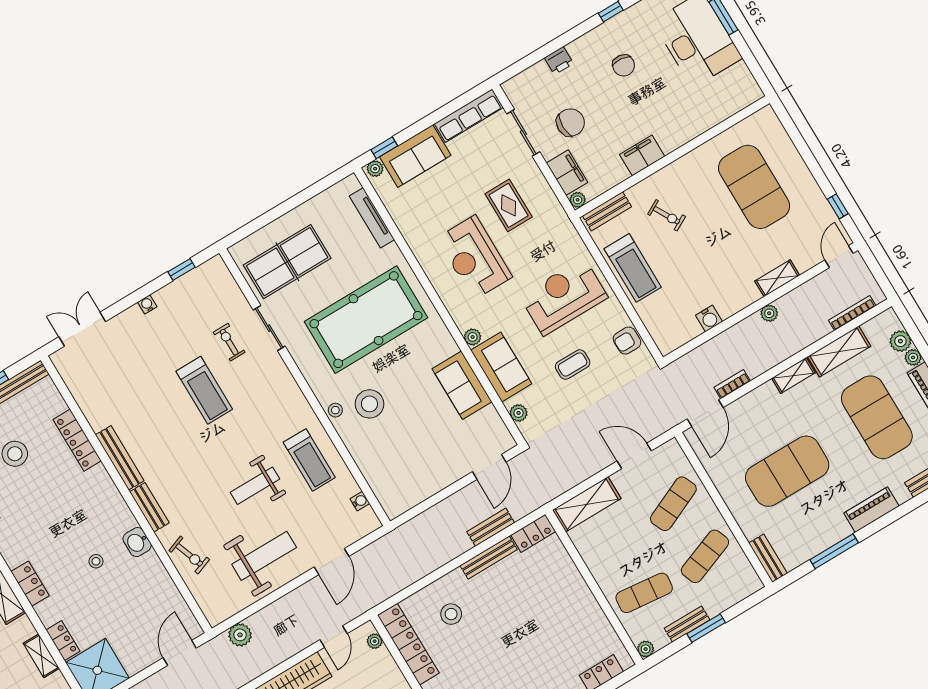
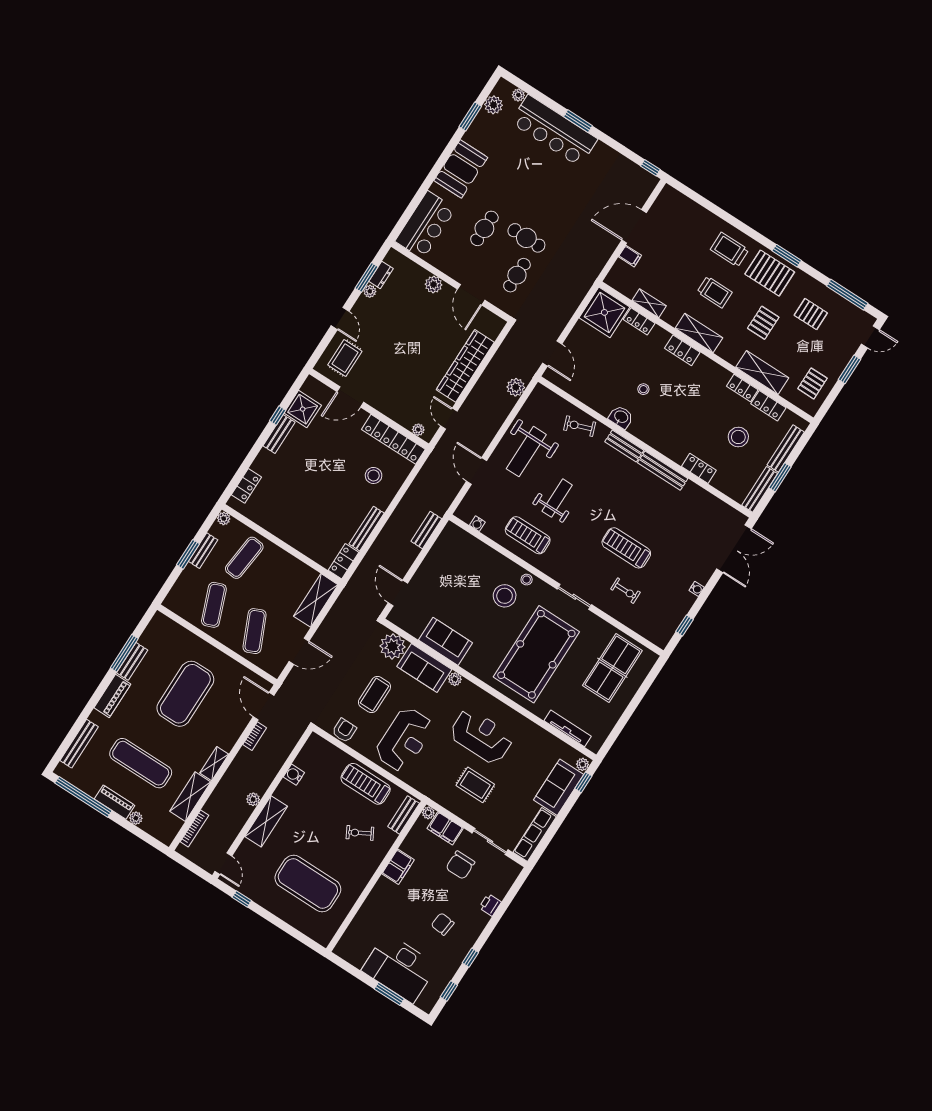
shelving: (777, 278) -> (266, 821), width x1.50, depth x1.33
sliding door: (269, 328) -> (574, 597), moved
double door: (82, 329) -> (734, 549), width x1.37
plant: (900, 341) -> (151, 825), removed
coffee table: (573, 365) -> (374, 694), width x1.36, depth x1.30
plant: (519, 413) -> (393, 646), width x1.87, depth x1.87
exercise mat: (877, 417) -> (141, 763), width x0.68
locker: (77, 440) -> (699, 468), width x0.66
bench: (491, 527) -> (426, 530), moved
bench: (768, 558) -> (132, 661), moved, turned 90

